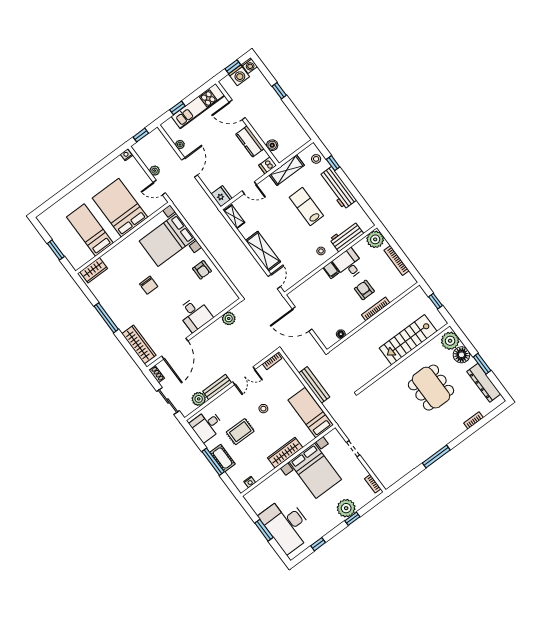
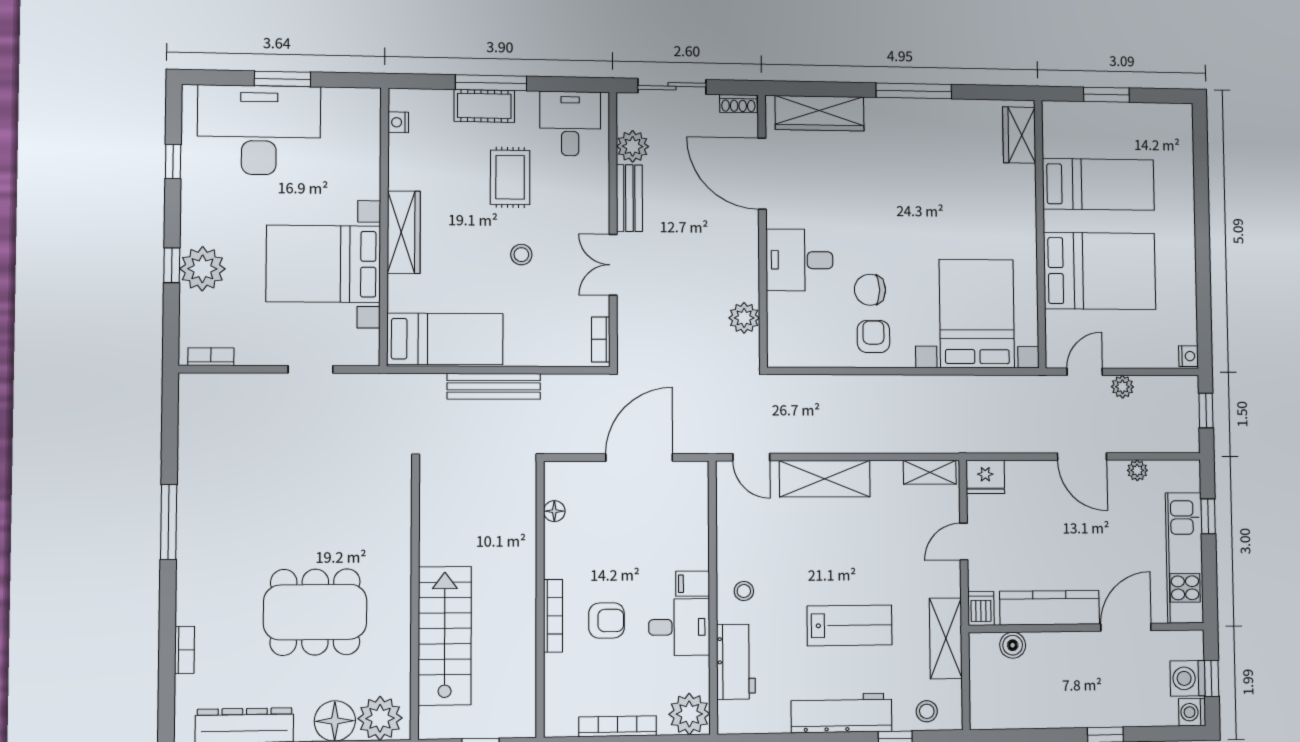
kitchen counter: (250, 141) -> (1050, 608), width x1.50
armchair: (202, 270) -> (873, 336), turned 90
chair: (149, 285) -> (870, 290), moved

